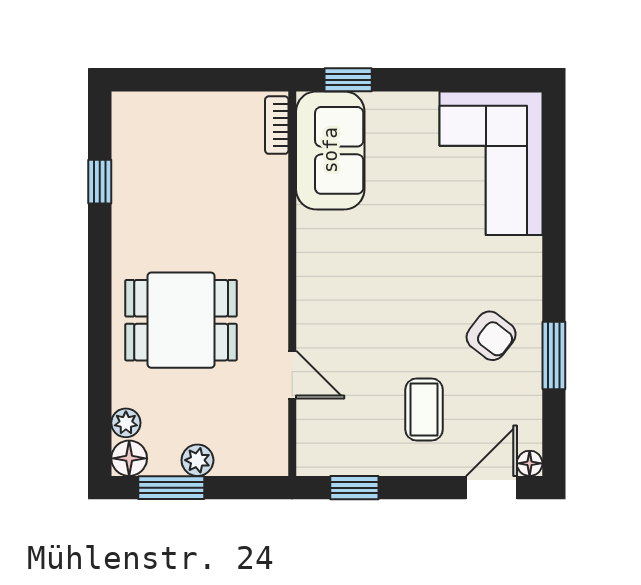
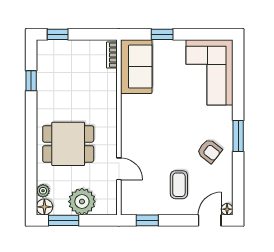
window: (158, 80) -> (58, 34), added
window: (348, 80) -> (162, 34), moved
window: (554, 356) -> (238, 136), moved
plant: (197, 460) -> (82, 202), width x1.87, depth x1.87

